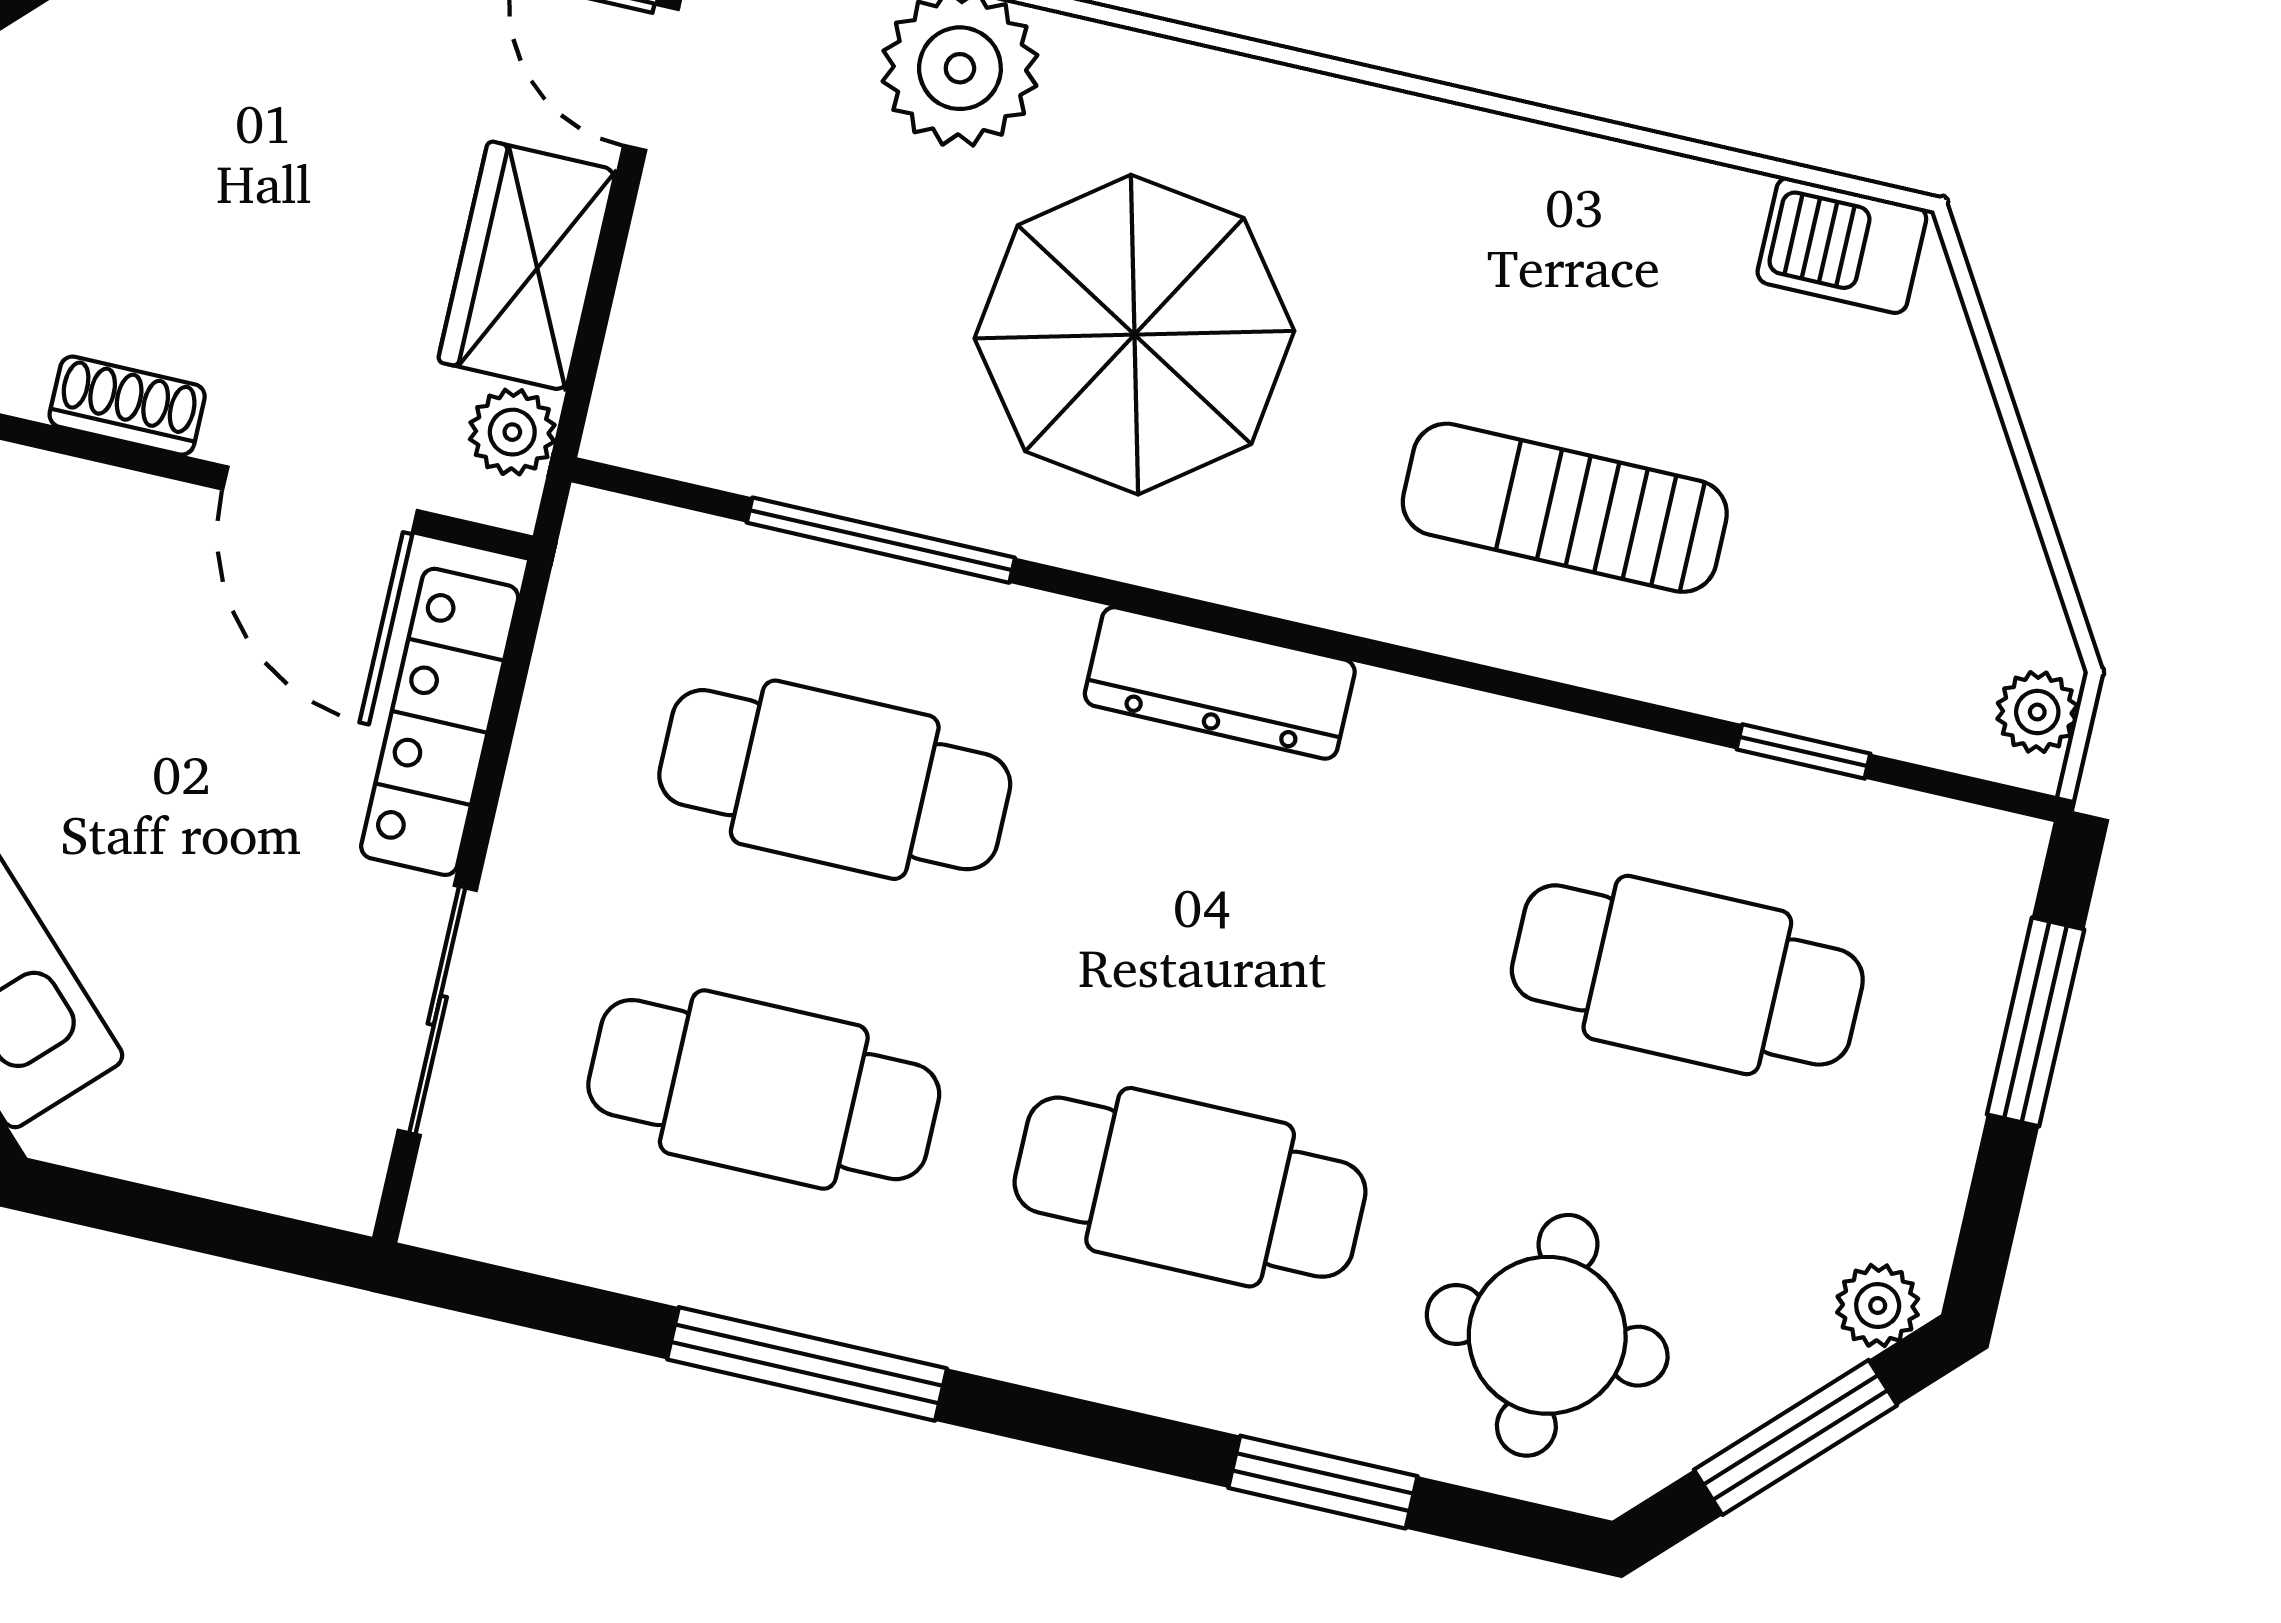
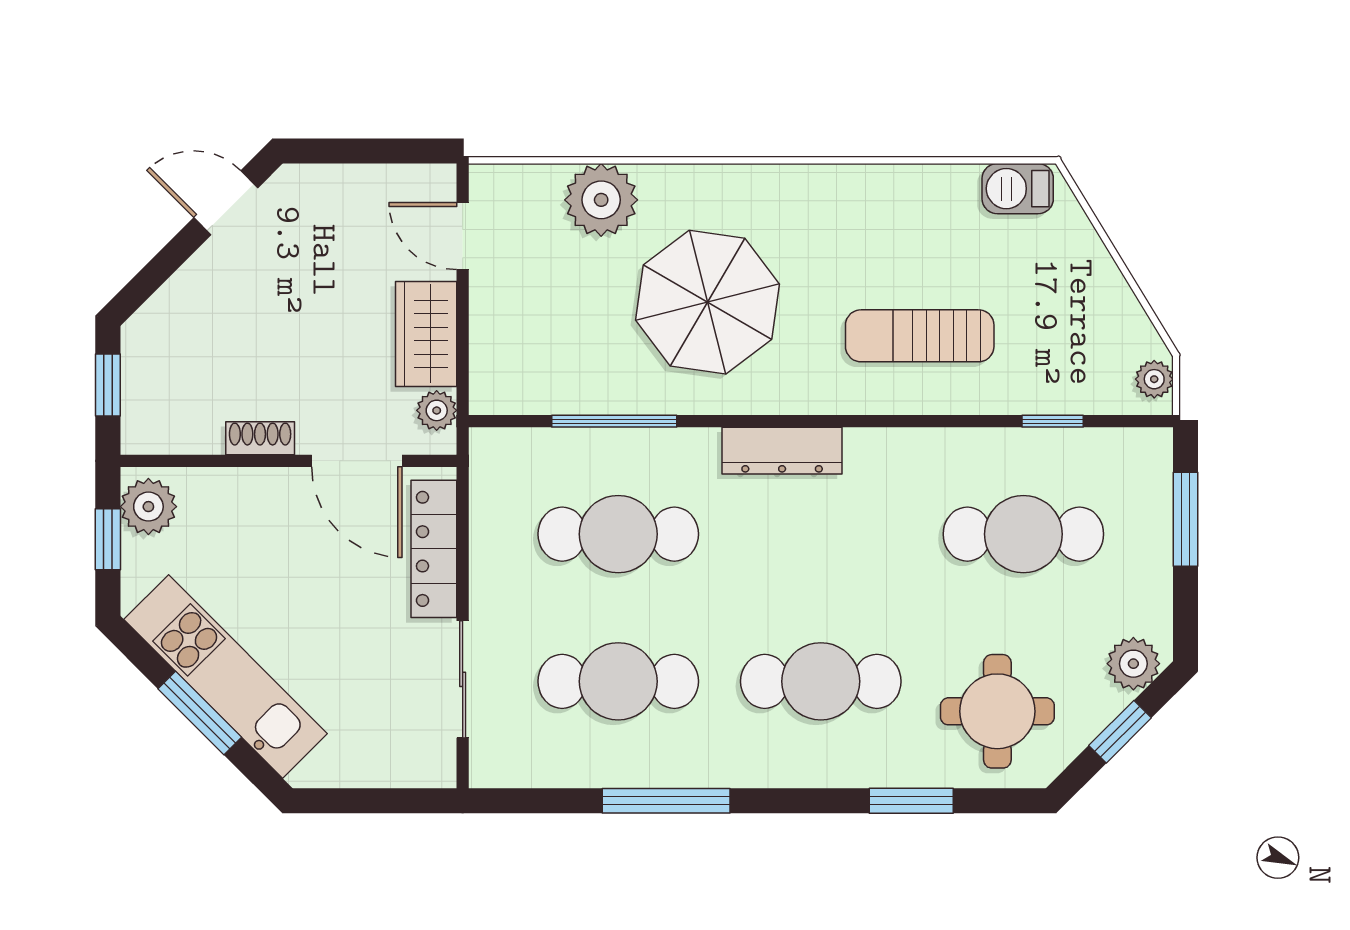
plant: (1878, 1306) -> (1133, 664), width x1.38, depth x1.38
window: (1796, 1437) -> (1120, 732), width x0.67

